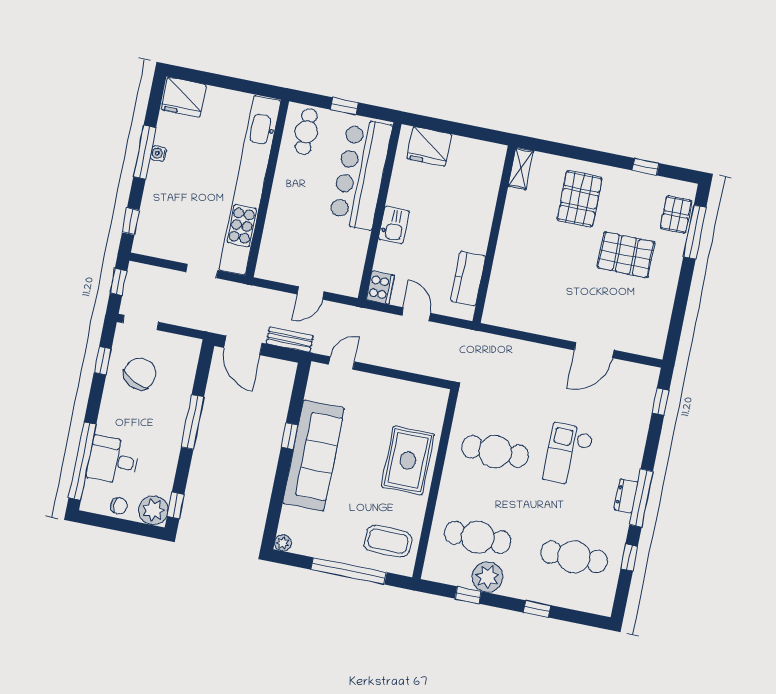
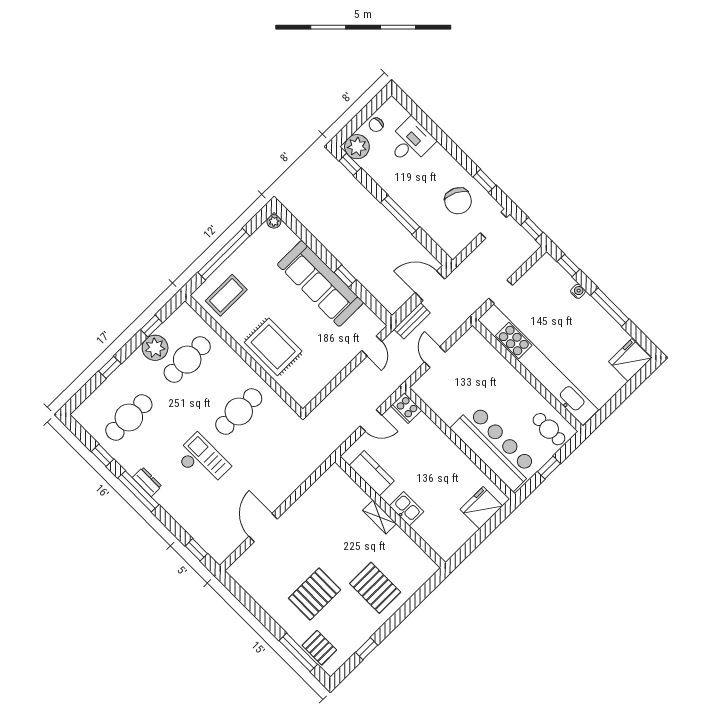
water cooler: (158, 153) -> (578, 291), moved
shelving: (521, 168) -> (380, 517), moved
kitchen sink: (394, 225) -> (406, 509), moved, turned 180
window: (82, 461) -> (424, 120), removed

